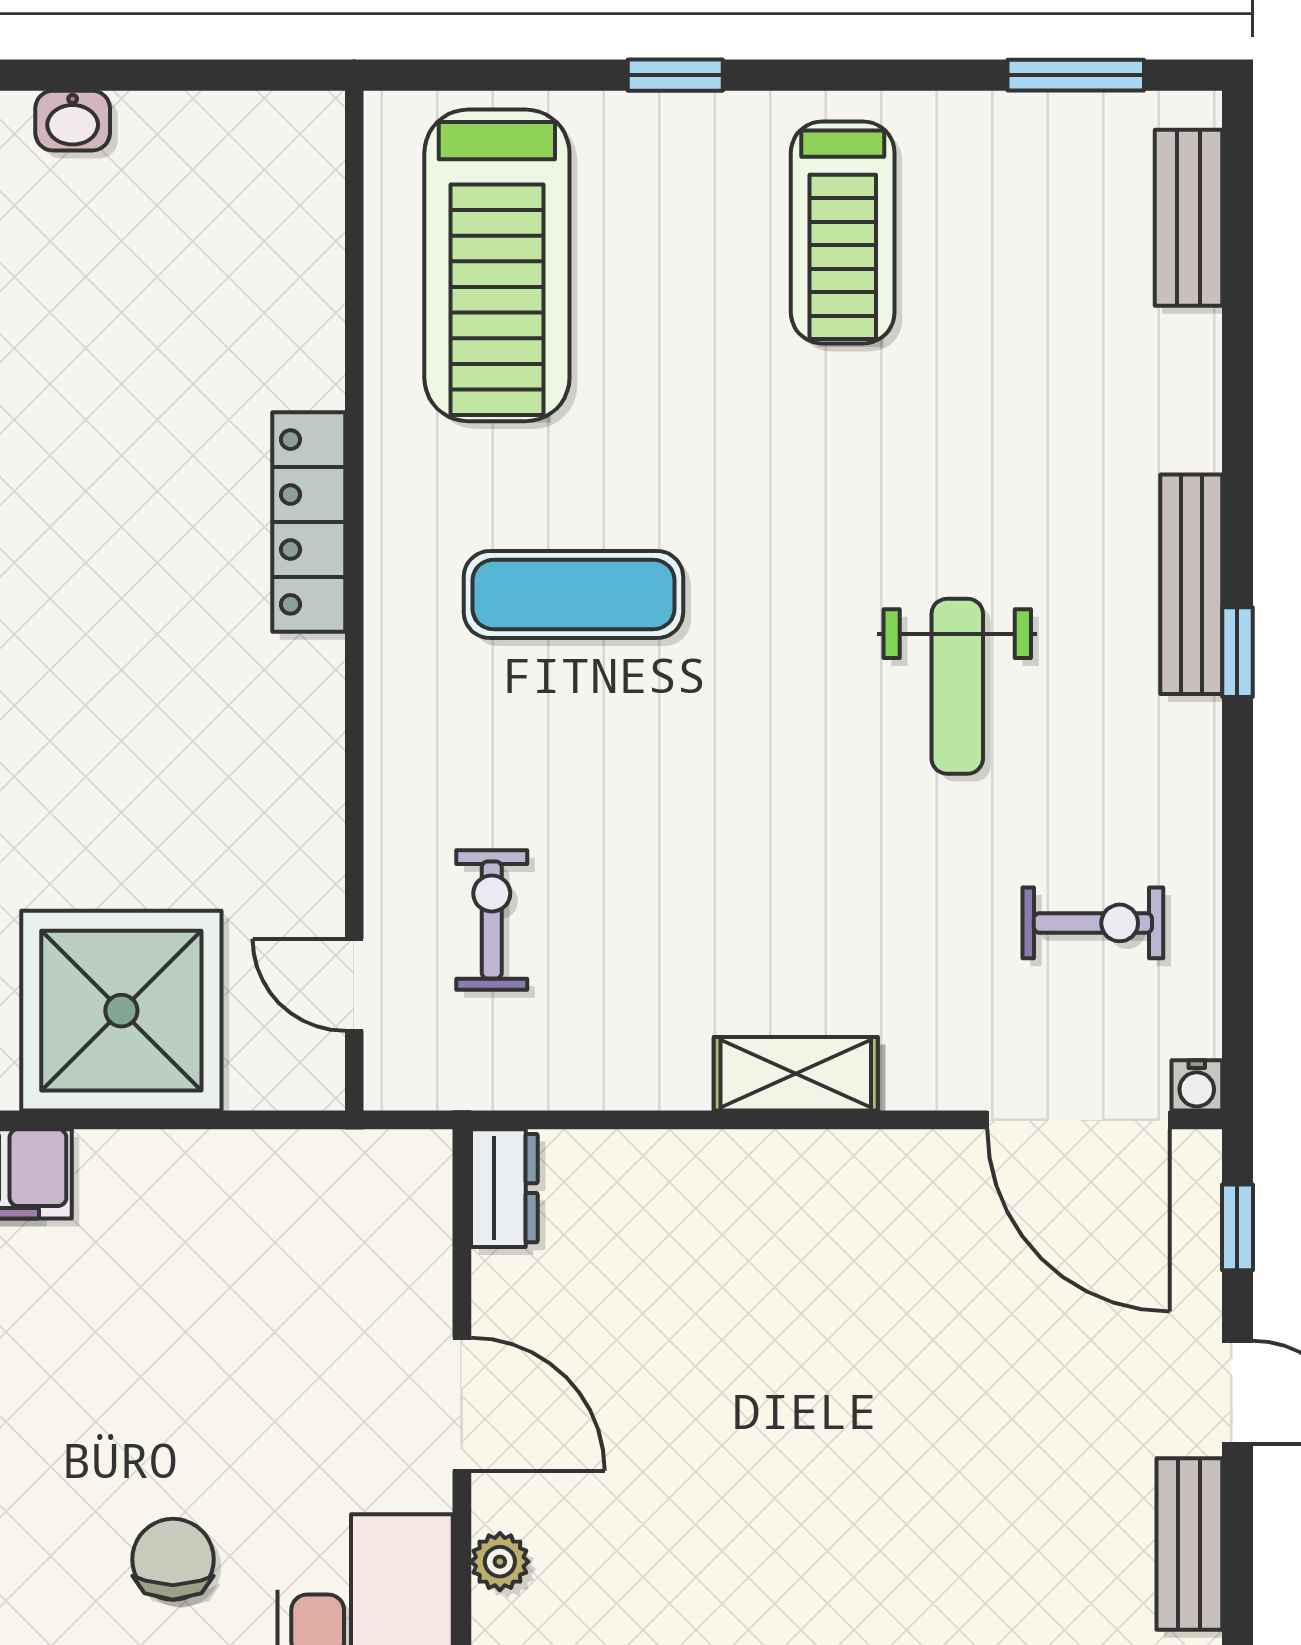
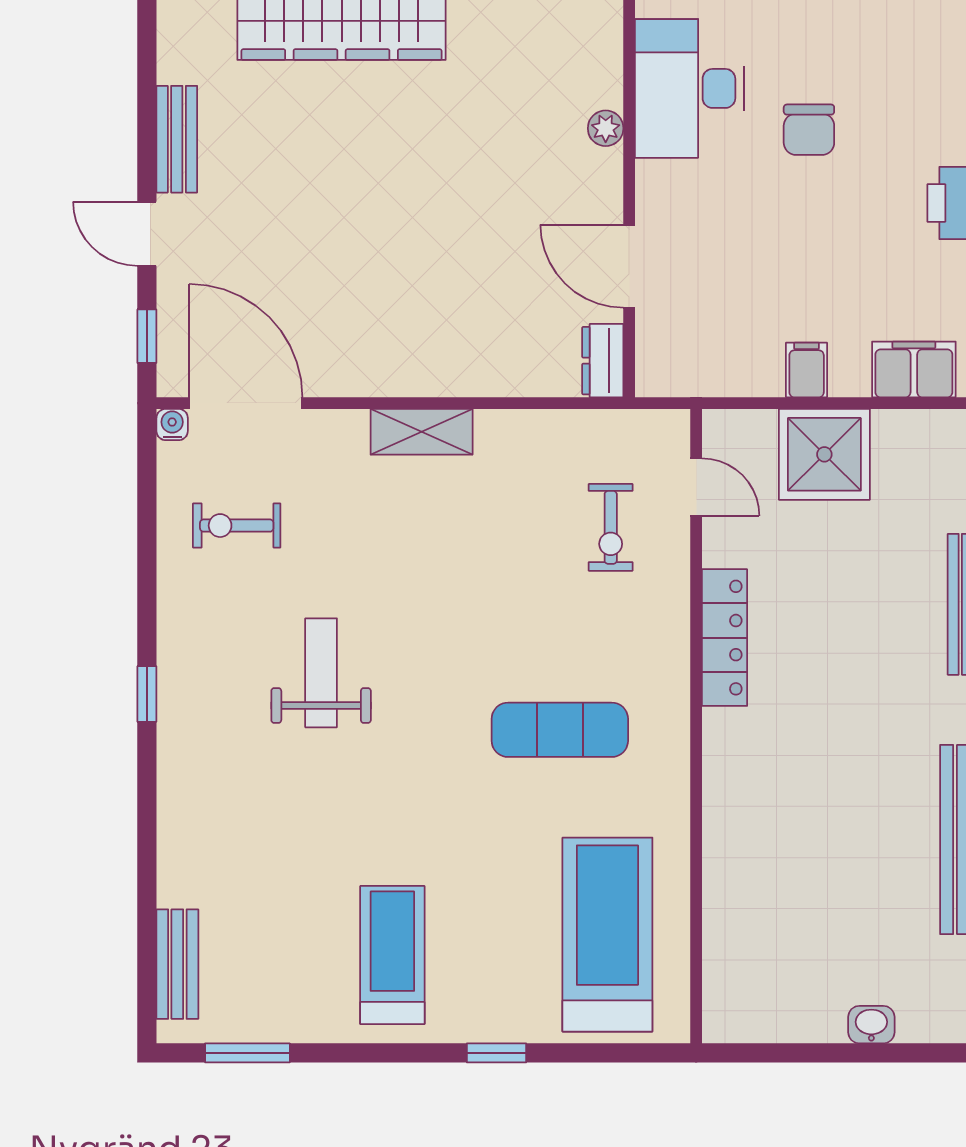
locker: (309, 522) -> (725, 638), moved
bench: (1191, 584) -> (176, 736), removed
shower: (121, 1011) -> (824, 454), width x0.73, depth x0.73
filing cabinet: (177, 1173) -> (807, 370), added
door: (462, 1404) -> (629, 266), moved

